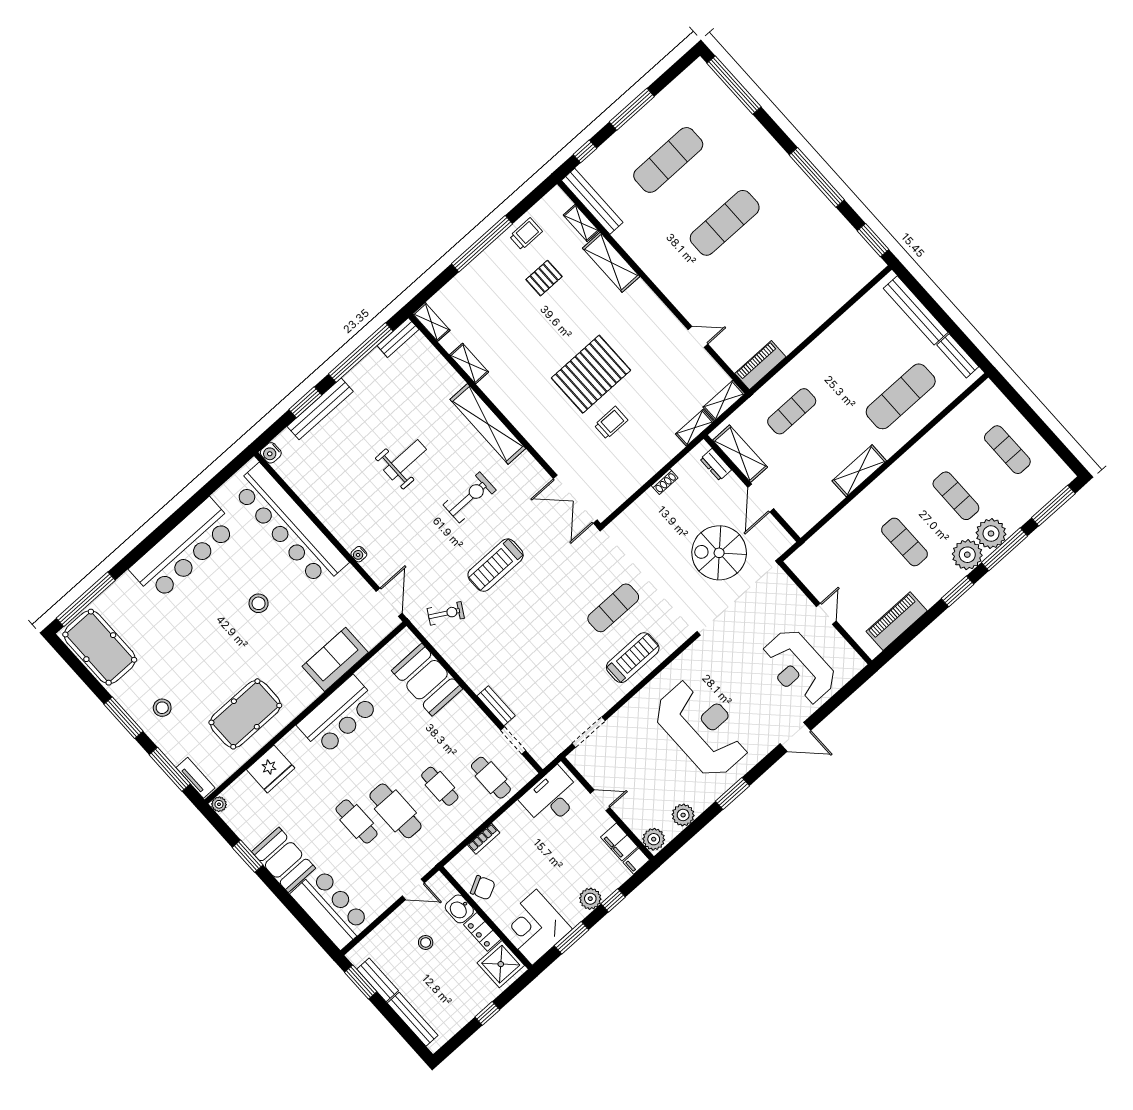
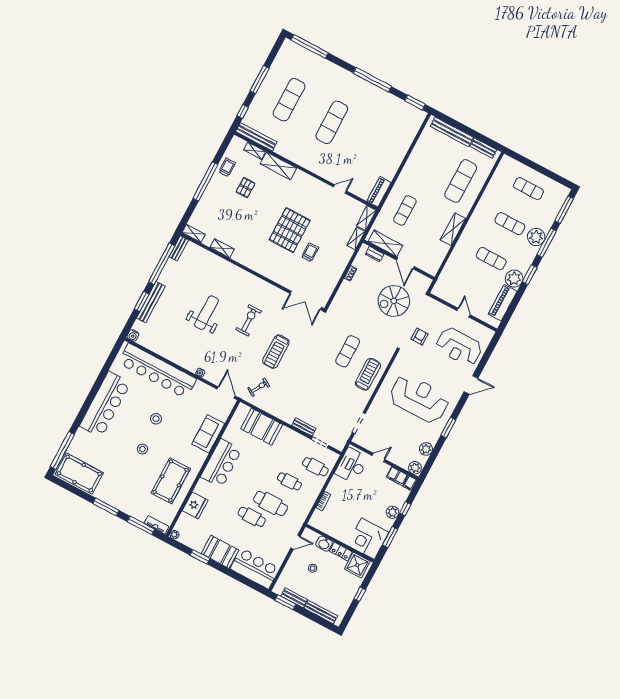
shelving: (488, 424) -> (244, 277), removed
weight bench: (405, 460) -> (206, 313), width x1.36, depth x1.33
plant: (967, 555) -> (514, 279), moved
armchair: (740, 627) -> (420, 337), added
stool: (162, 708) -> (142, 449), moved
chair: (483, 888) -> (333, 528), removed

